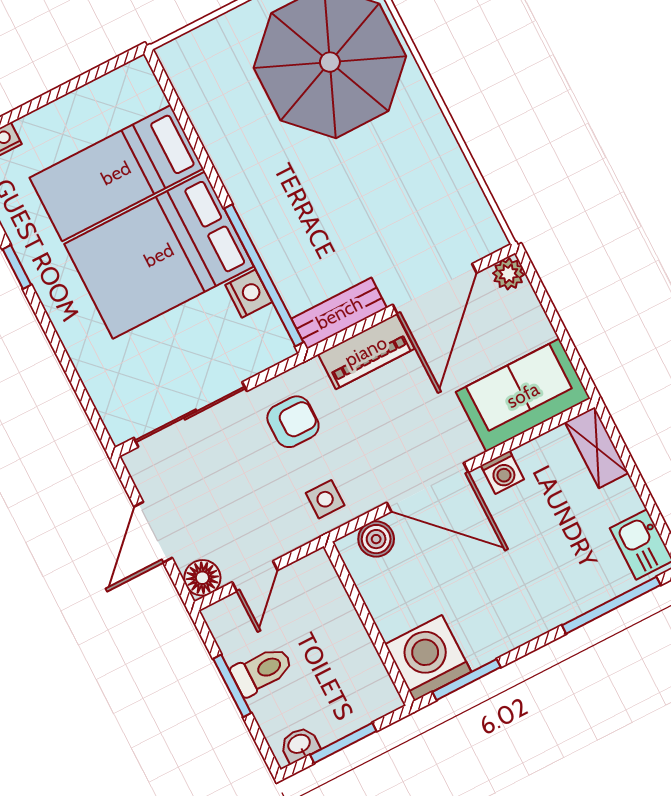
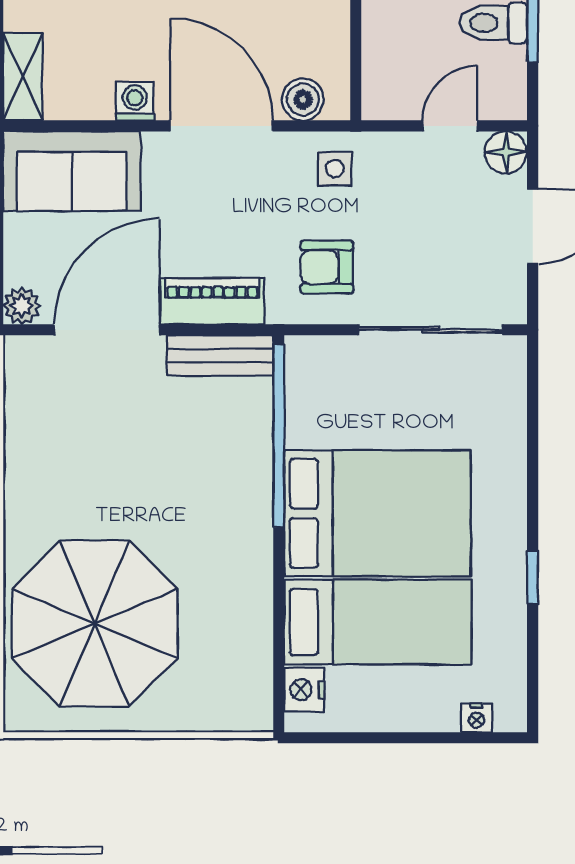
nightstand: (249, 294) -> (304, 690), moved

